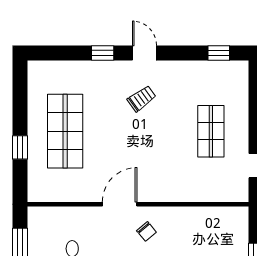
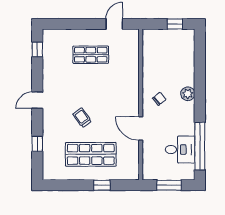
window: (103, 53) -> (37, 144), moved
trolley: (142, 99) -> (82, 118), moved
door: (120, 204) -> (141, 129), moved

